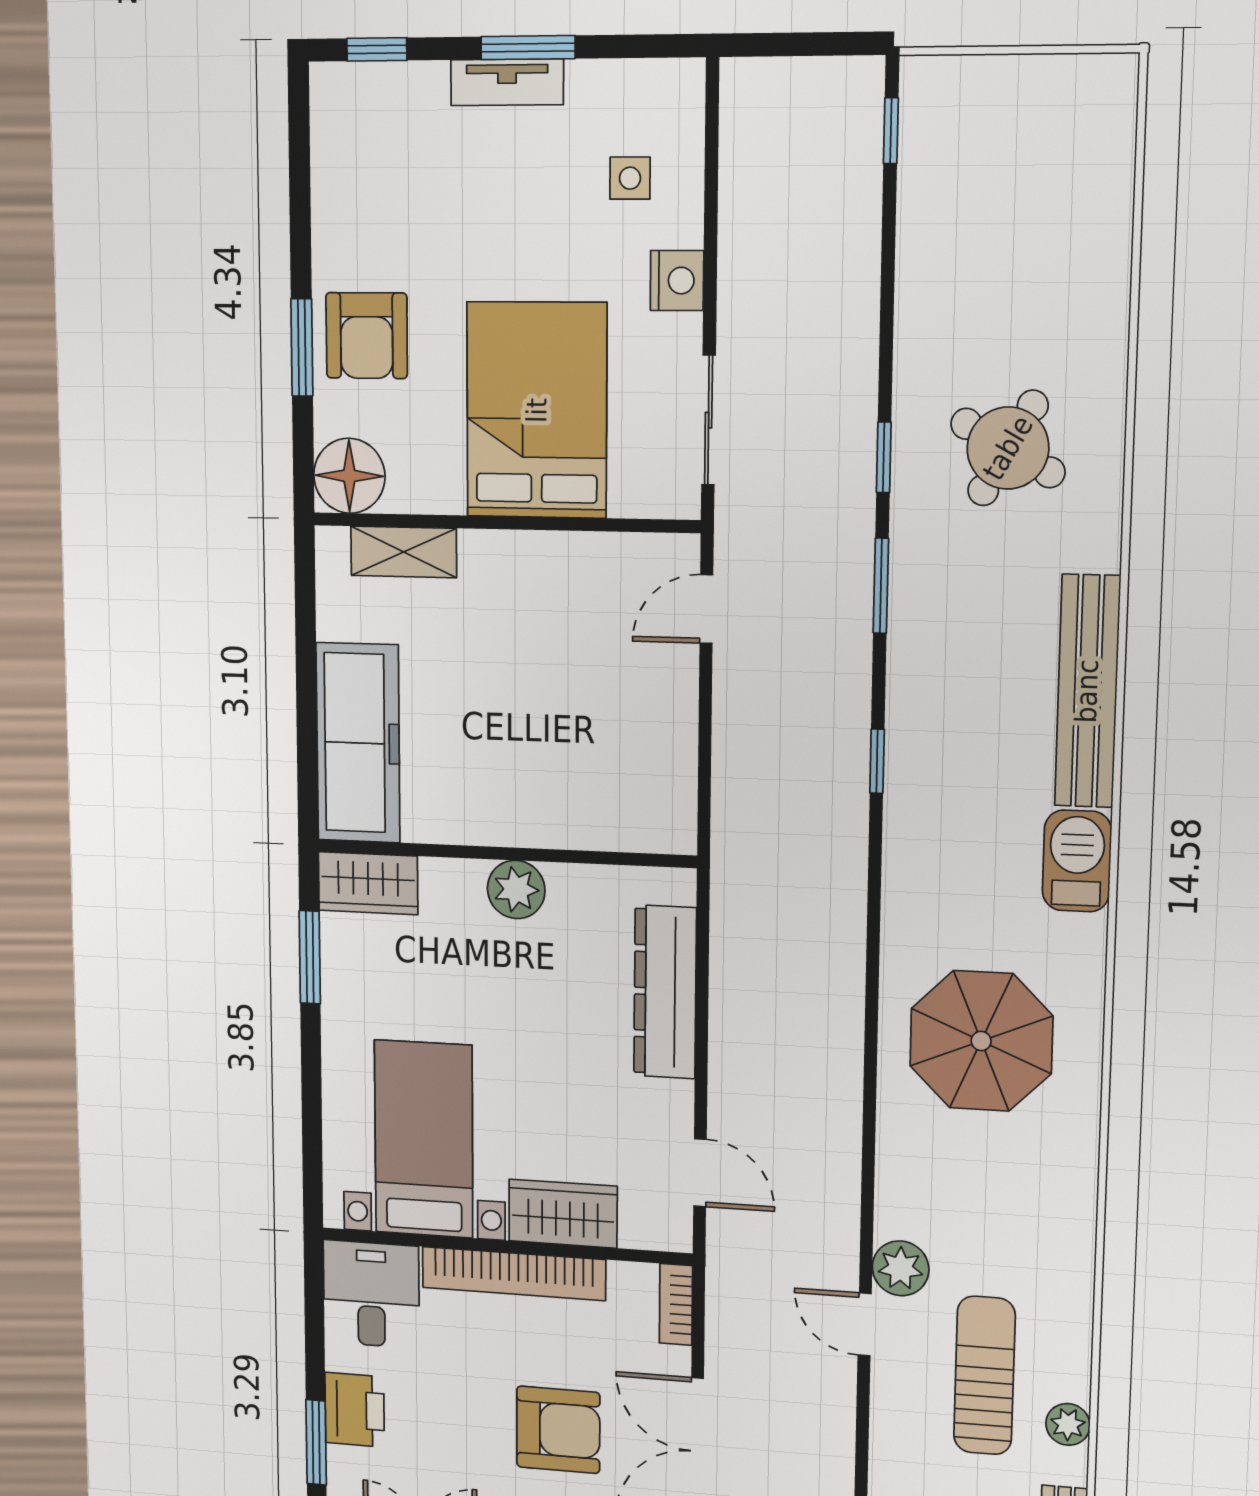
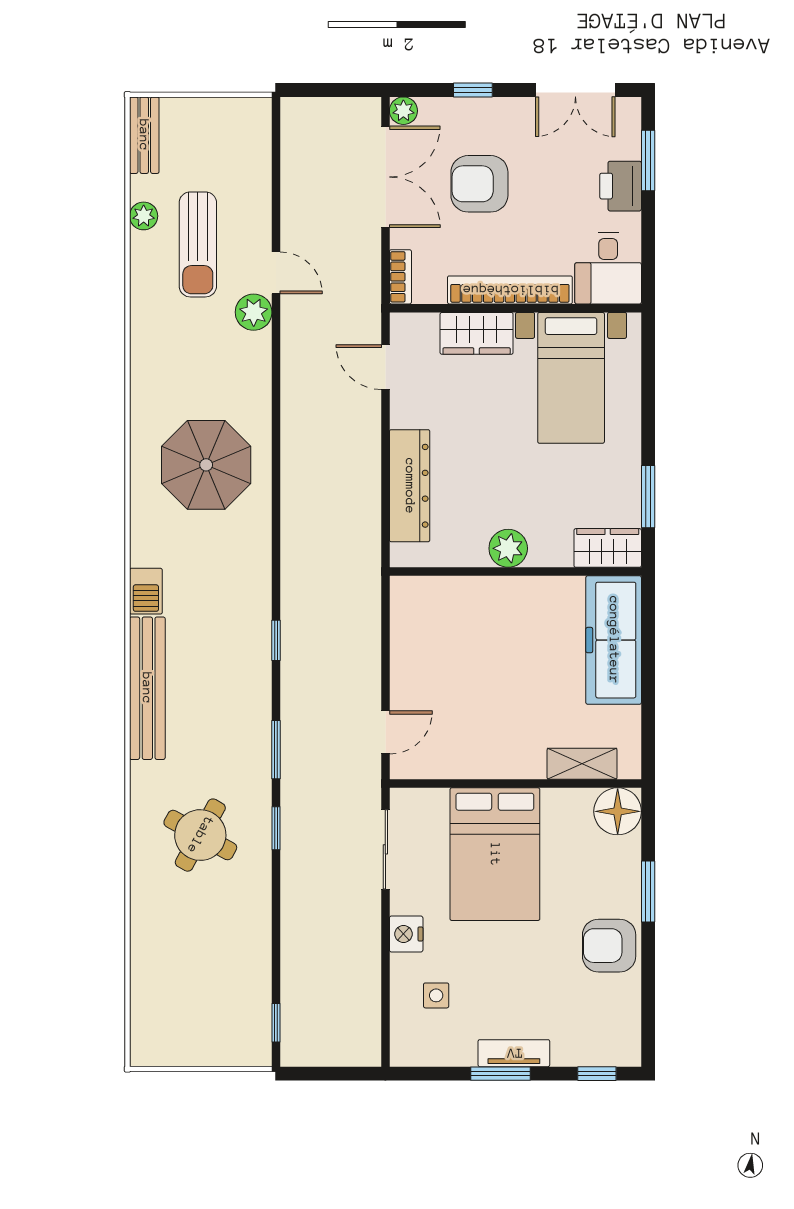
armchair: (367, 336) -> (609, 946), moved, turned -90
barbecue: (1077, 861) -> (146, 591), width x0.73, depth x0.79

